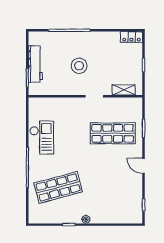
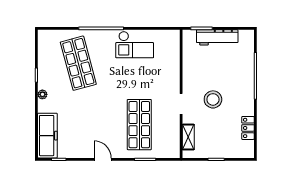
locker: (132, 37) -> (248, 128), moved
stool: (79, 66) -> (213, 99), moved
door: (144, 166) -> (103, 159), hinge flipped
freezer: (122, 215) -> (47, 136), added

